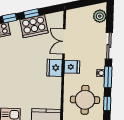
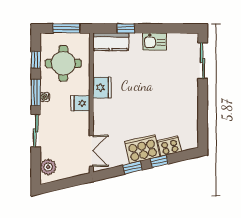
cooker: (34, 26) -> (142, 149), moved
double door: (64, 41) -> (91, 151), moved
fridge: (55, 68) -> (102, 88), moved

